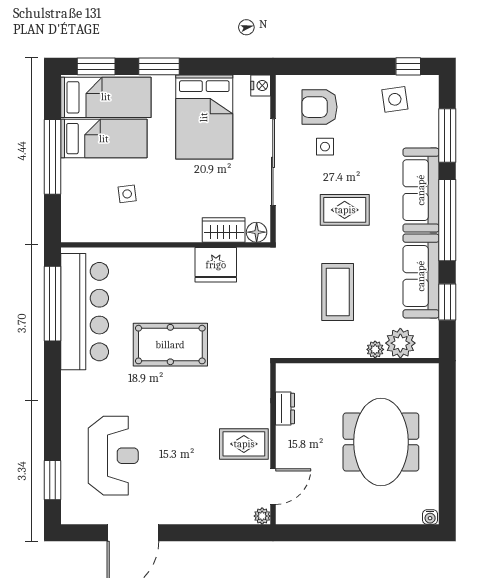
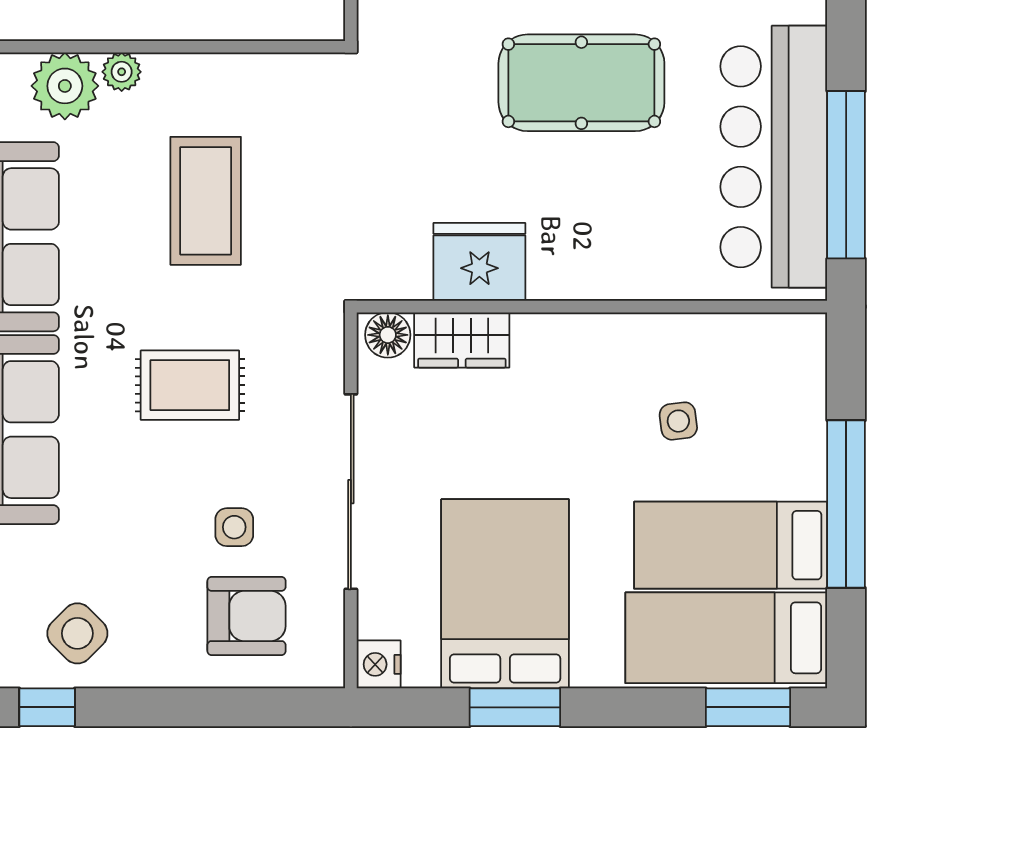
window: (159, 66) -> (515, 707), moved
side table: (395, 99) -> (77, 633), turned -37

